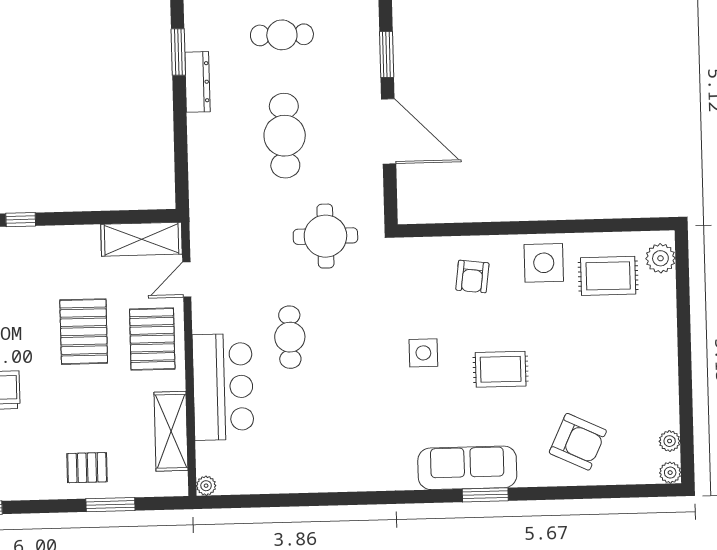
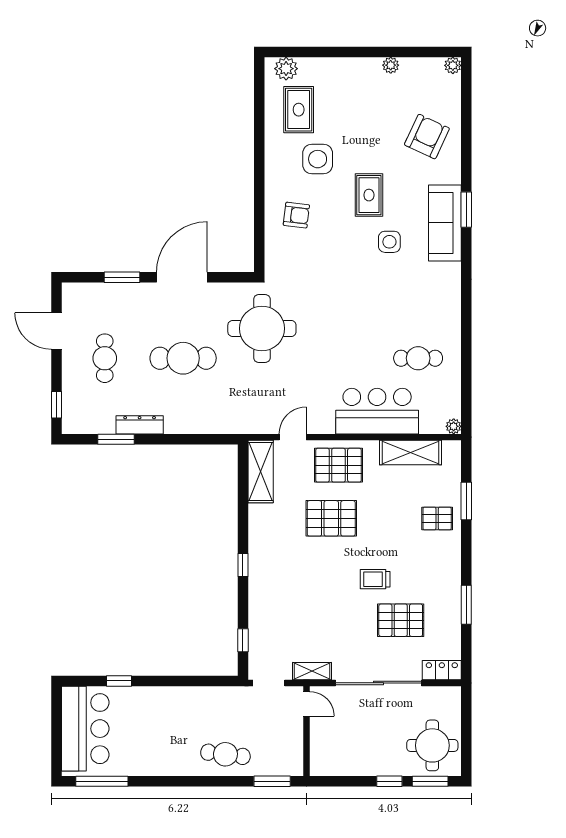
round table: (325, 236) -> (262, 328), width x1.36, depth x1.36
side table: (544, 263) -> (318, 159), moved
door: (187, 279) -> (293, 437), swing flipped
cafe table: (290, 337) -> (418, 358), moved
side table: (423, 353) -> (389, 242), moved
plant: (670, 441) -> (391, 65), moved
pallet: (87, 468) -> (437, 518), turned 90

